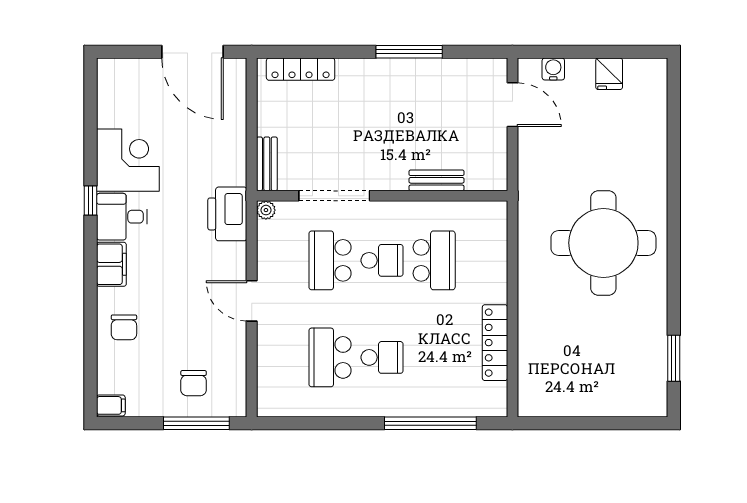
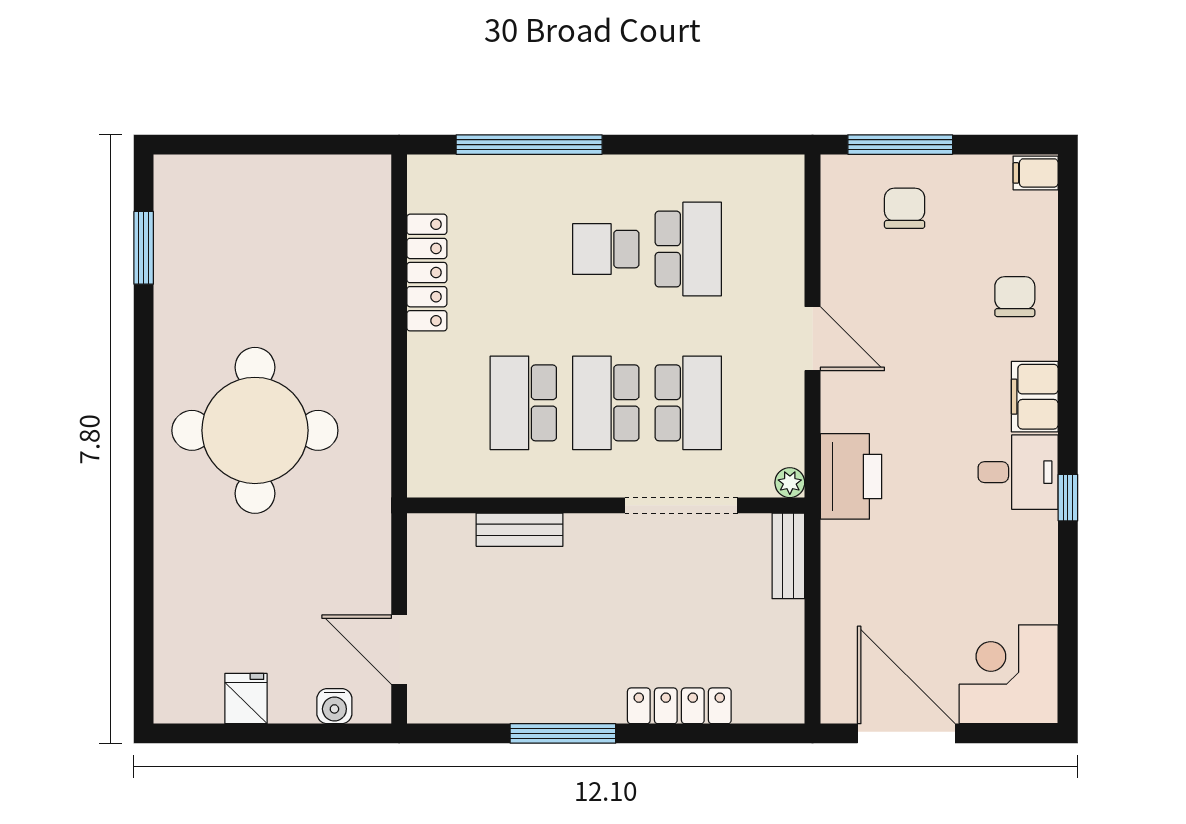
locker: (301, 69) -> (679, 706), moved
corner desk: (128, 160) -> (1009, 674), moved, turned 90
school desk: (382, 260) -> (606, 403), width x1.85

